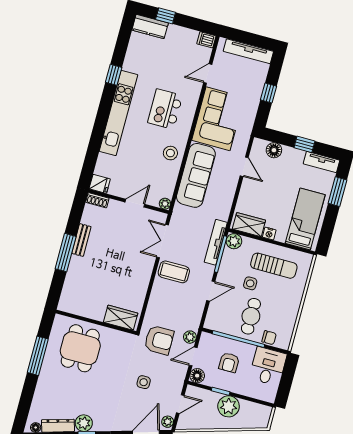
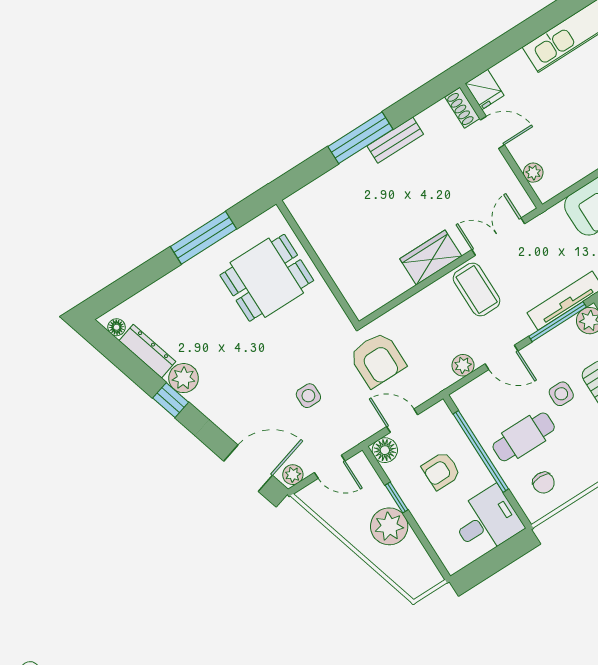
door: (135, 203) -> (492, 132), moved
plant: (165, 204) -> (533, 173), moved
wardrobe: (121, 318) -> (431, 257), moved, turned -90
plant: (190, 337) -> (463, 365), moved
chair: (269, 338) -> (544, 483), moved

